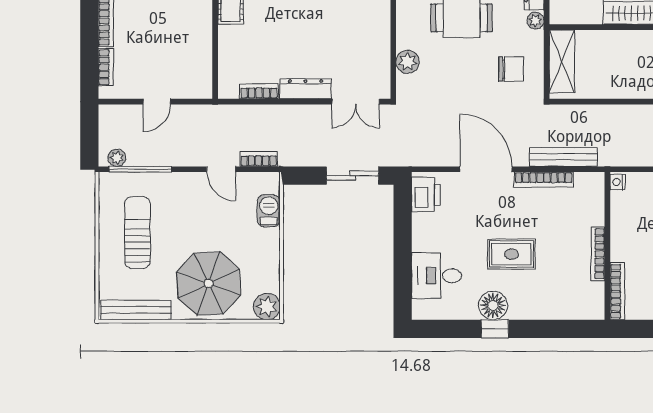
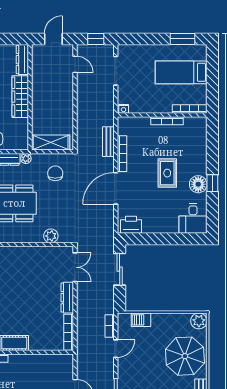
bookcase: (259, 91) -> (69, 332), width x1.56
bench: (563, 157) -> (108, 142), width x0.73
desk: (437, 276) -> (193, 218), moved

